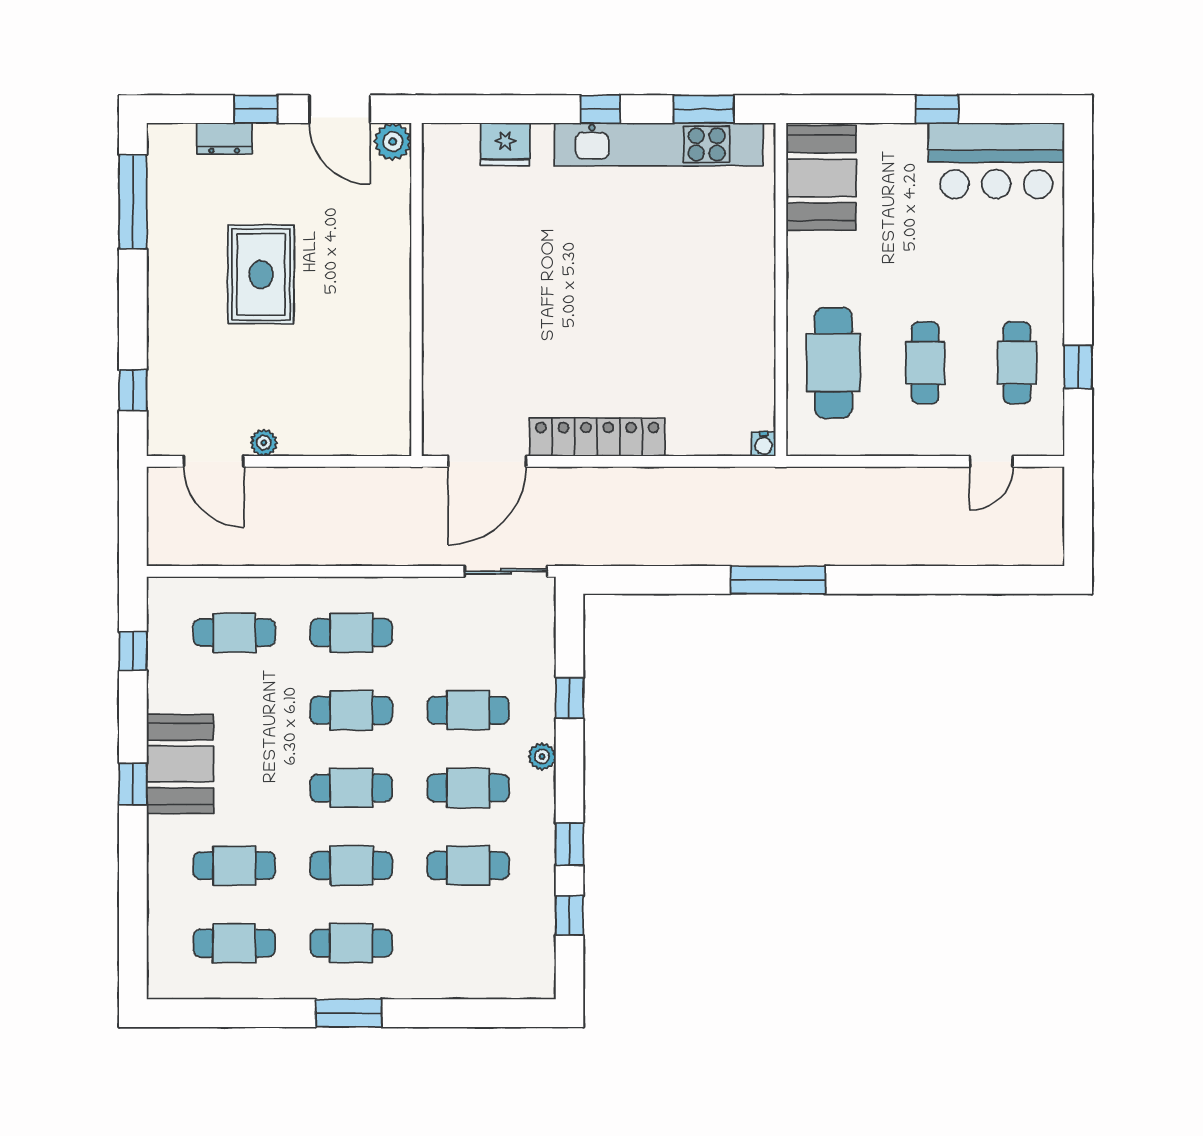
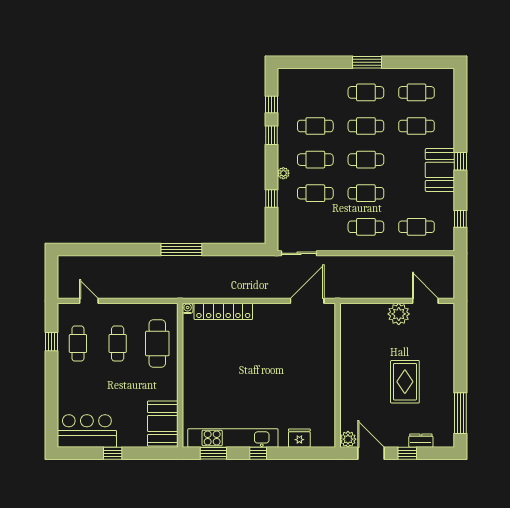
window: (133, 390) -> (460, 332), removed
locker: (597, 437) -> (223, 311), moved
plant: (264, 443) -> (399, 314), width x1.88, depth x1.88
door: (992, 461) -> (89, 301), hinge flipped

